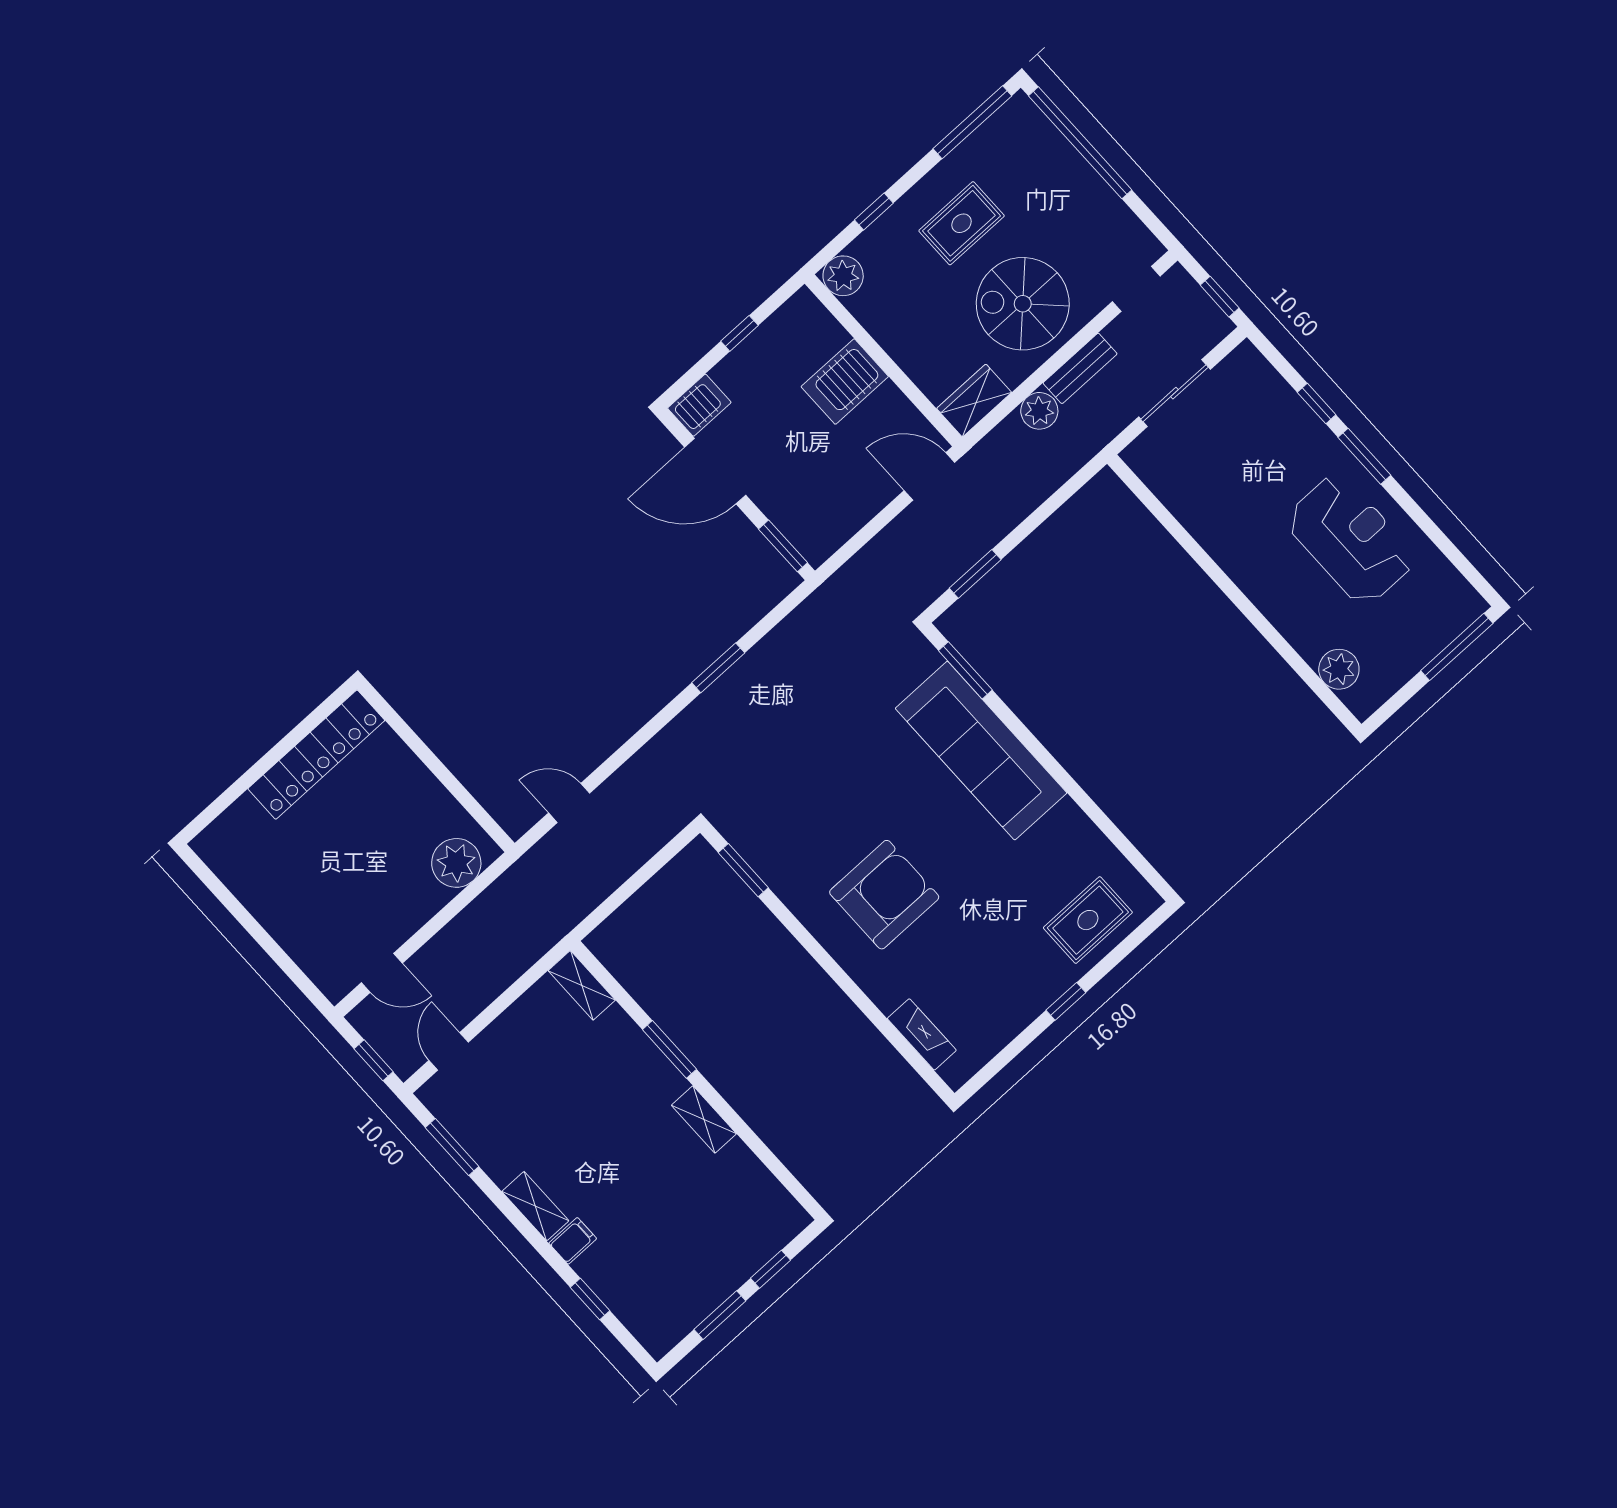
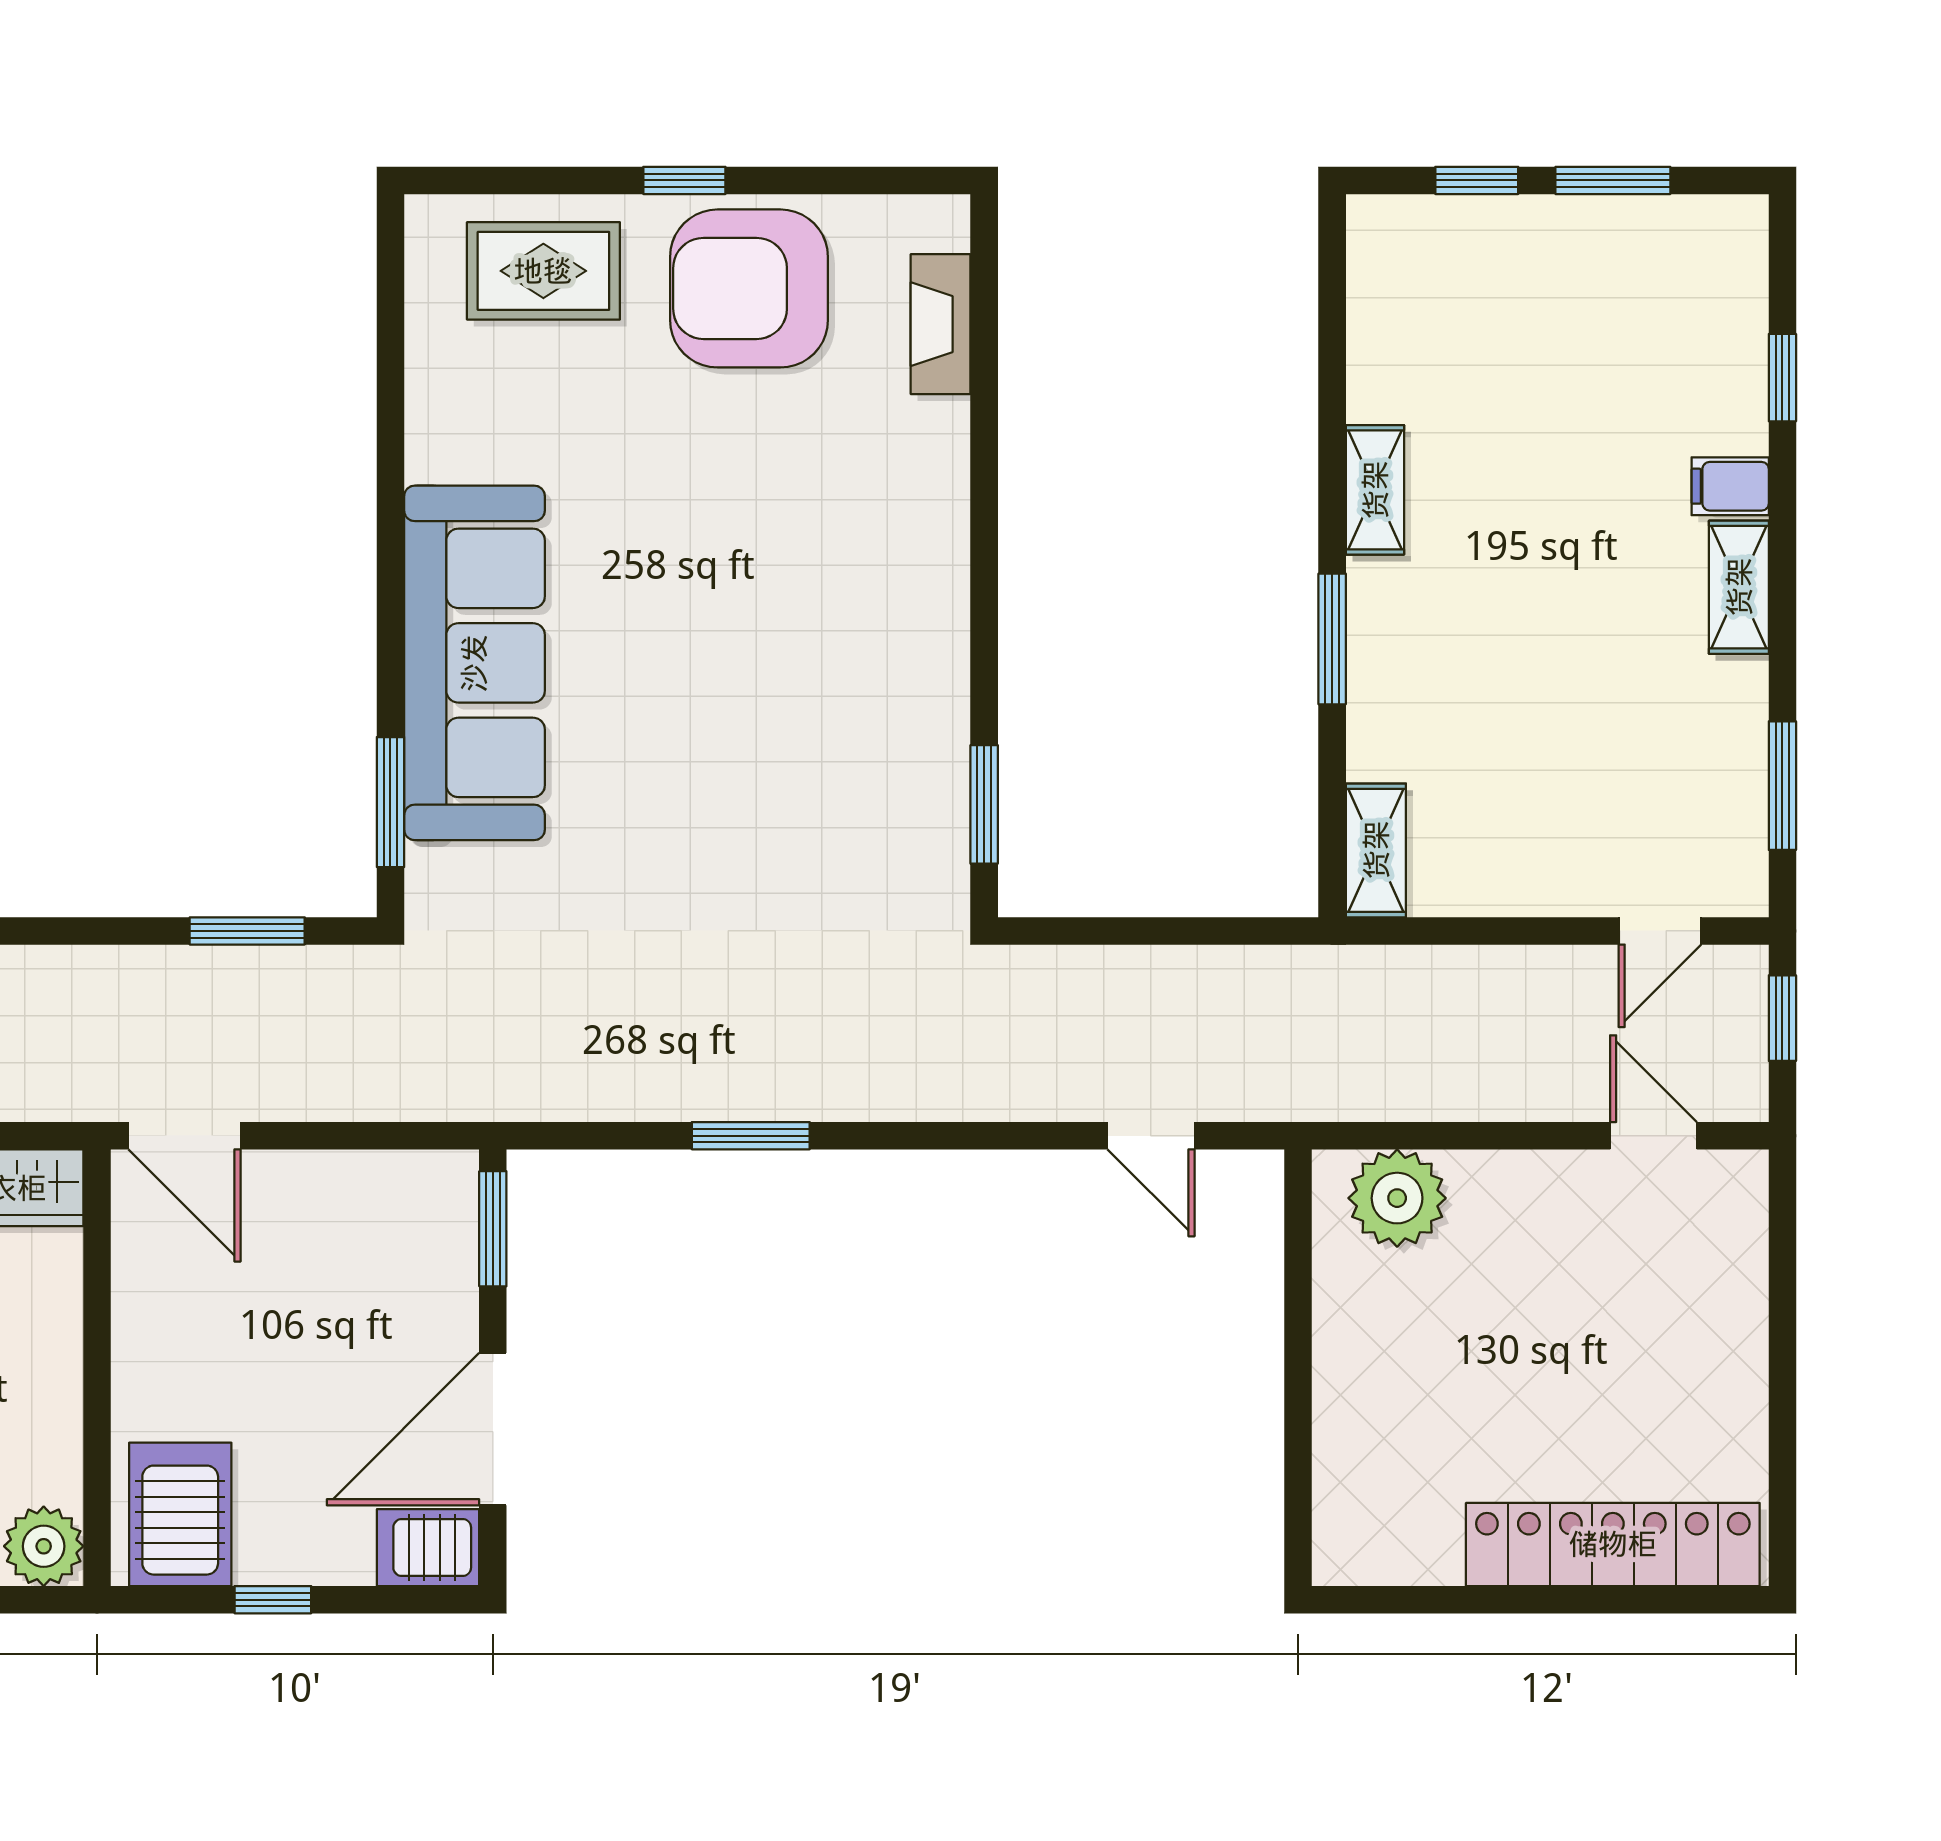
server rack: (845, 382) -> (180, 1514), moved, turned -90
door: (715, 471) -> (493, 1429), swing flipped
locker: (316, 755) -> (1613, 1544), moved
armchair: (884, 895) -> (749, 288), moved

